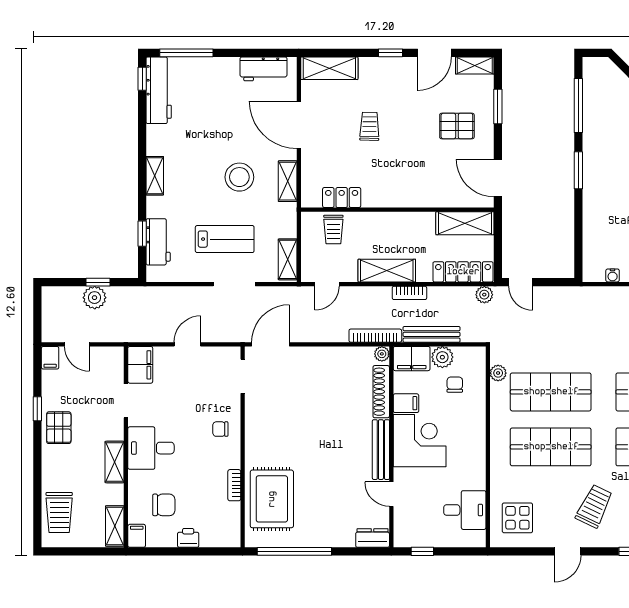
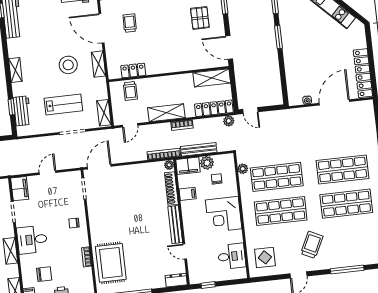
trolley: (369, 126) -> (130, 23), moved
pallet: (457, 126) -> (200, 18), turned 90
corner desk: (420, 441) -> (224, 214), moved, turned 180

